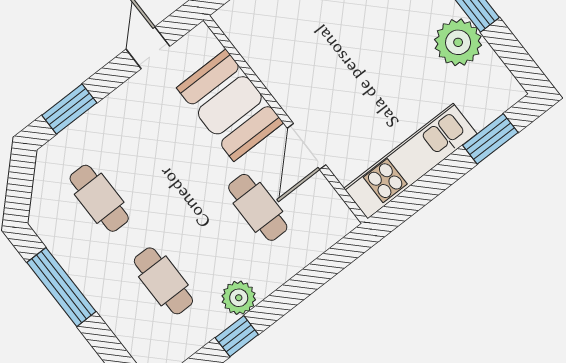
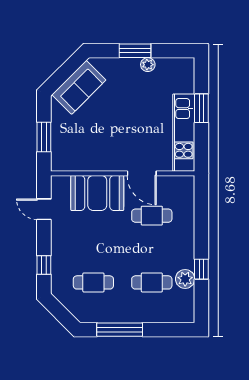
plant: (458, 42) -> (148, 65), width x0.53, depth x0.53
window: (69, 109) -> (44, 265), width x0.67
window: (490, 139) -> (201, 108), moved
plant: (239, 298) -> (185, 279), moved

